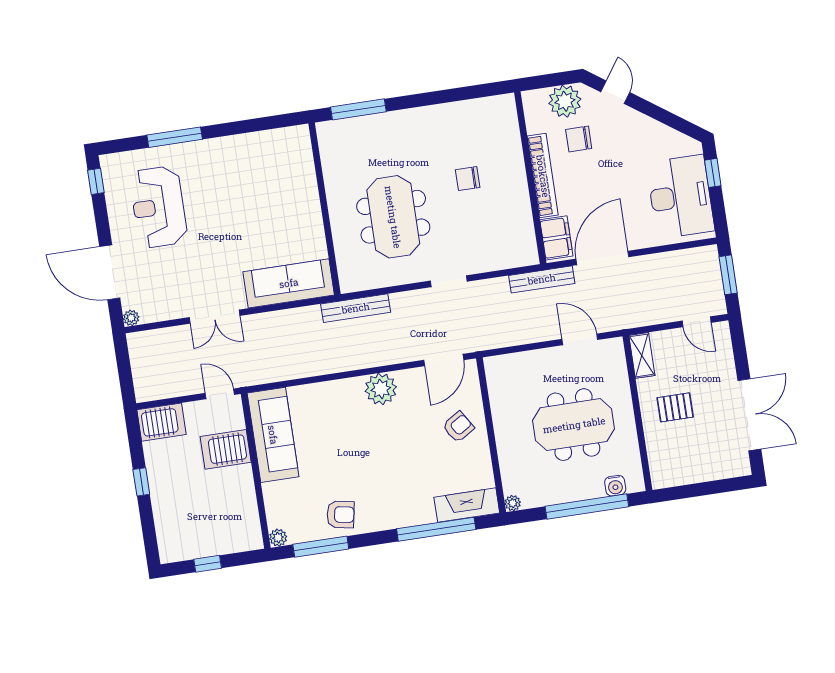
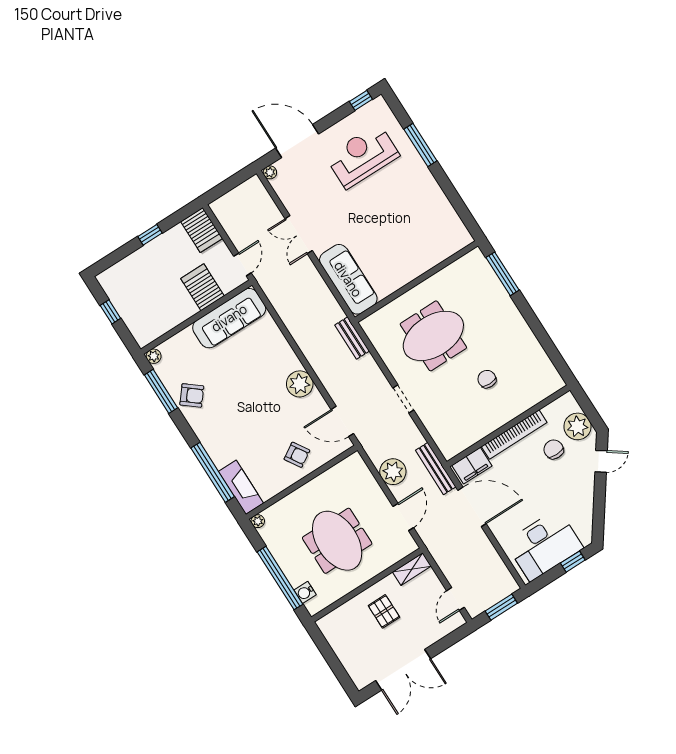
door: (110, 272) -> (297, 141), hinge flipped
bench: (356, 308) -> (352, 338), width x0.73
plant: (524, 329) -> (393, 472), added
armchair: (340, 514) -> (192, 395), turned -61

